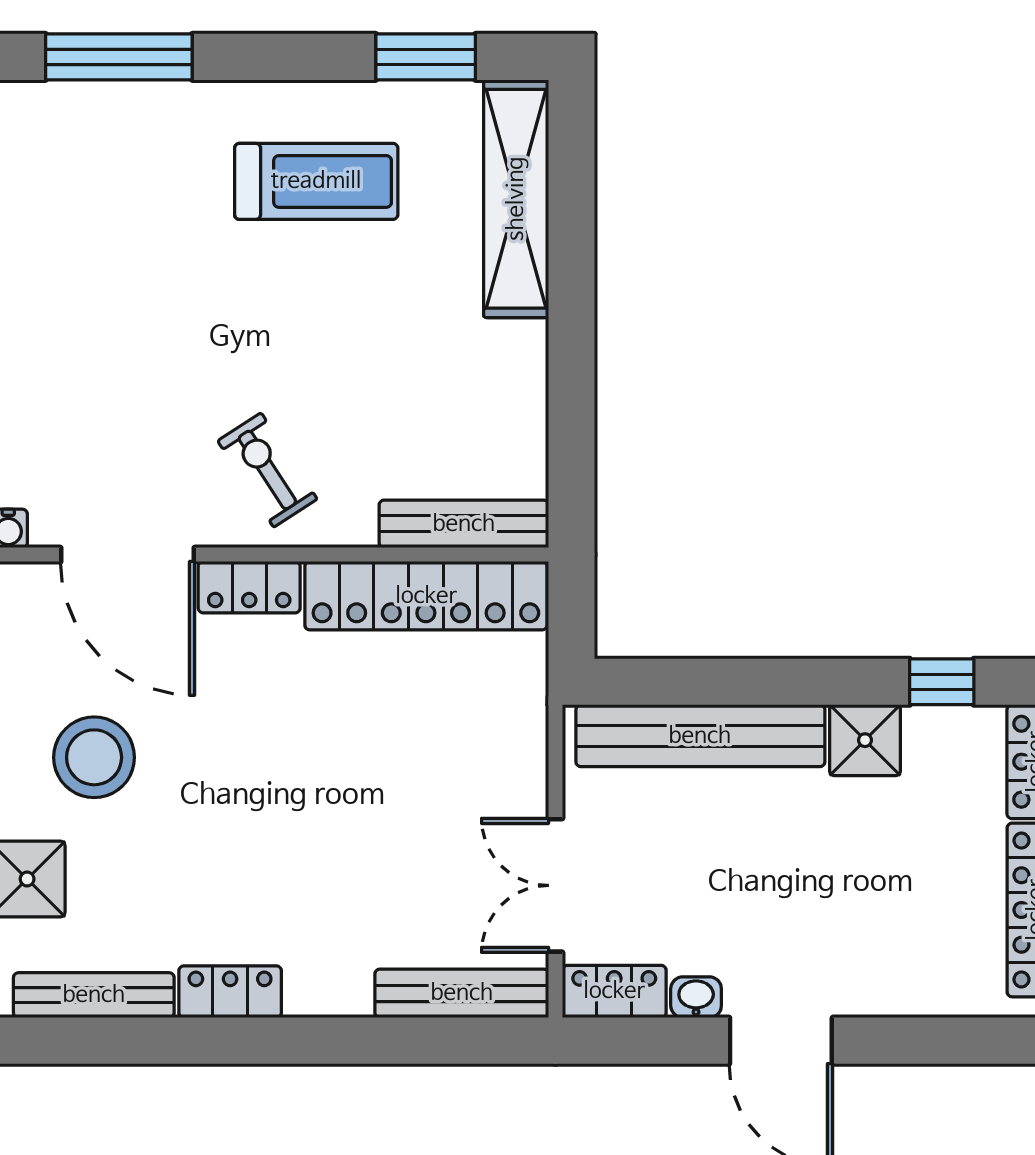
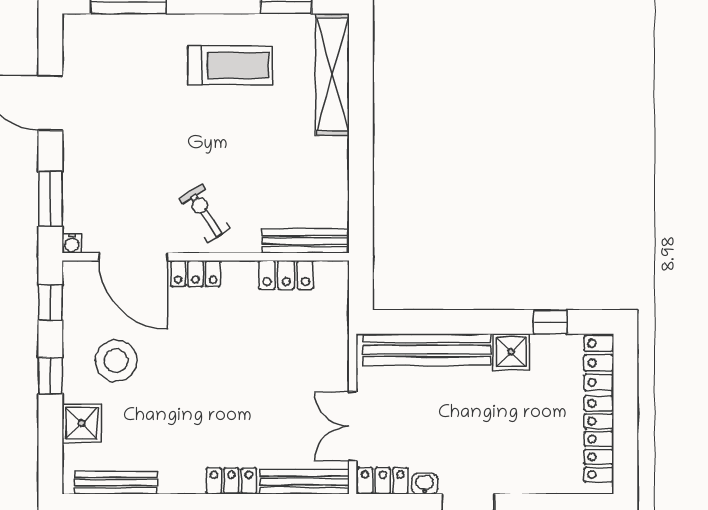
locker: (426, 596) -> (286, 275), width x0.46, depth x0.83
locker: (230, 992) -> (231, 481), moved

